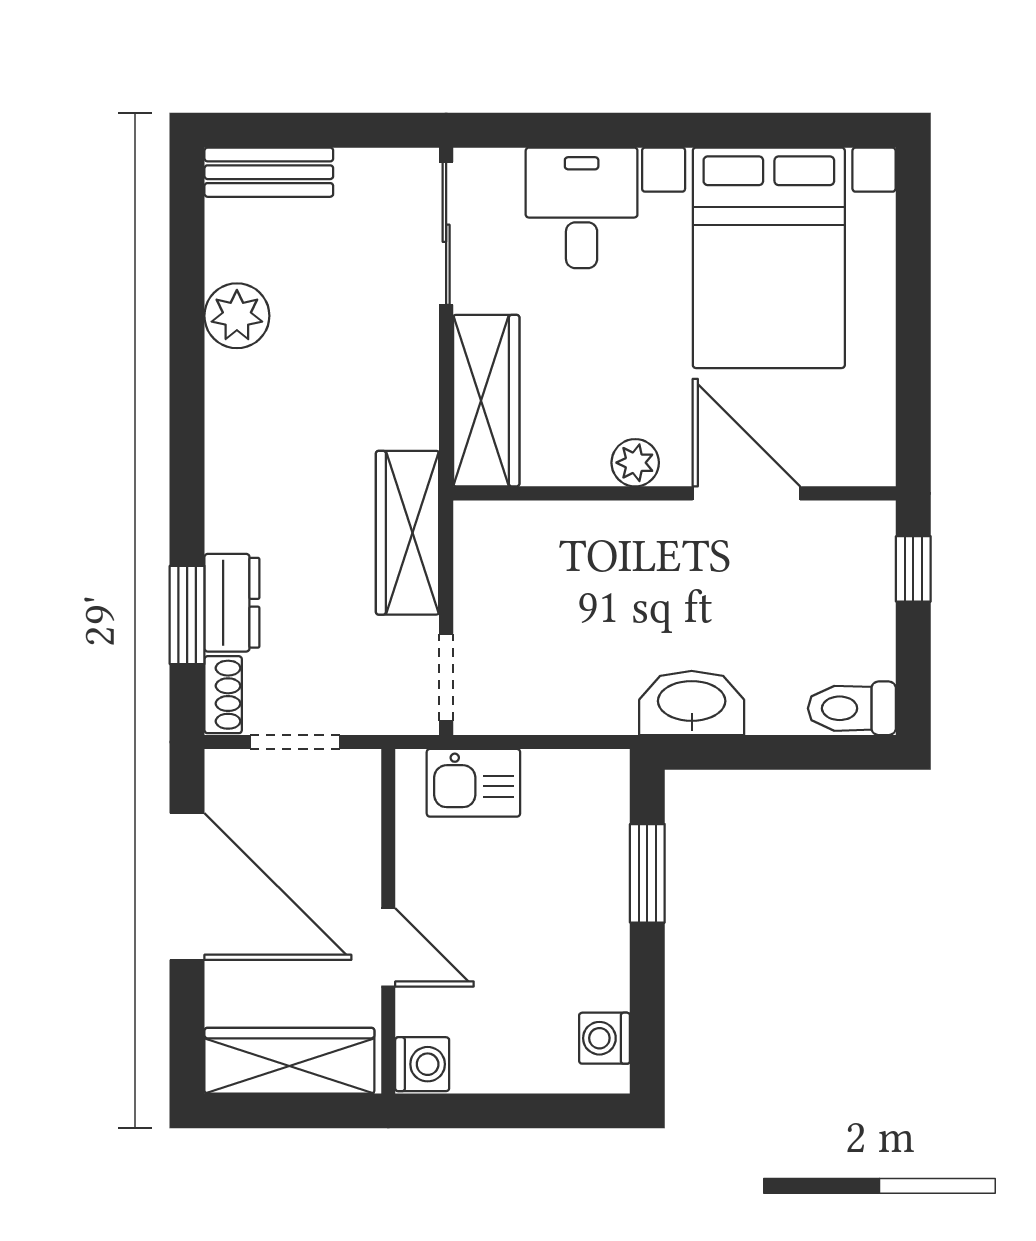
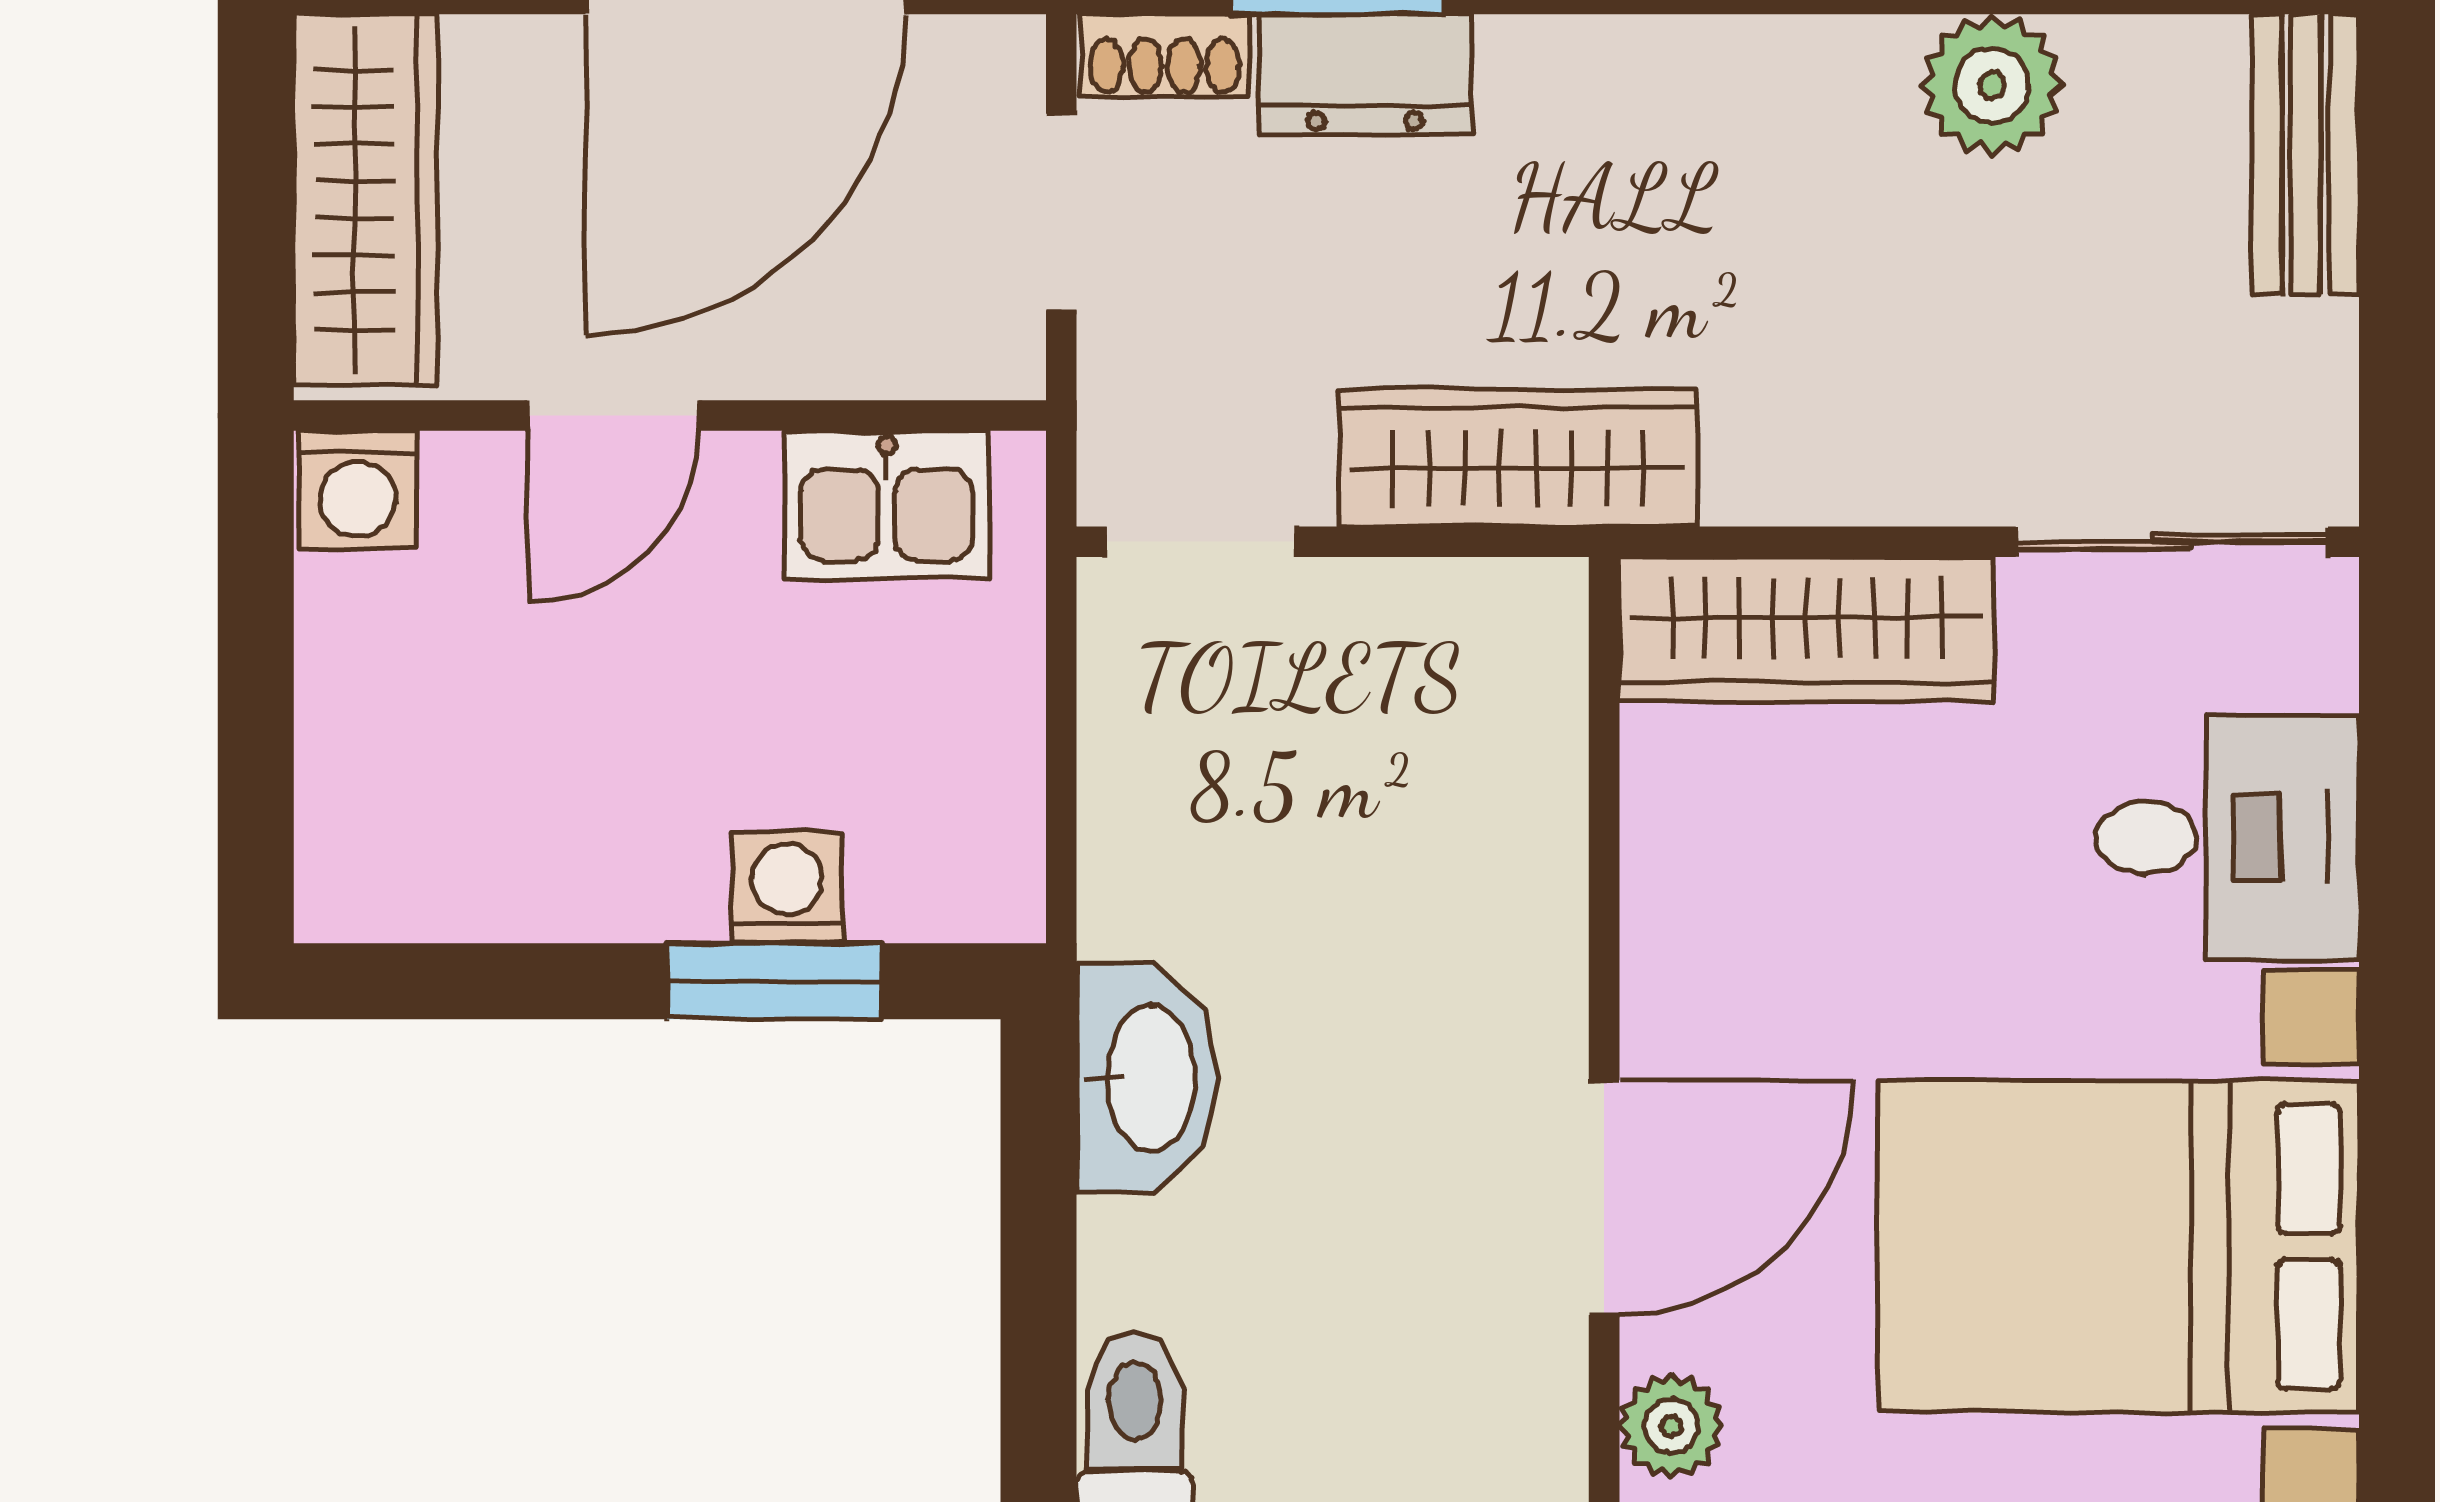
plant: (635, 463) -> (1671, 1426), moved
kitchen sink: (473, 783) -> (887, 505), moved, turned -90
washing machine: (605, 1038) -> (787, 888), moved

